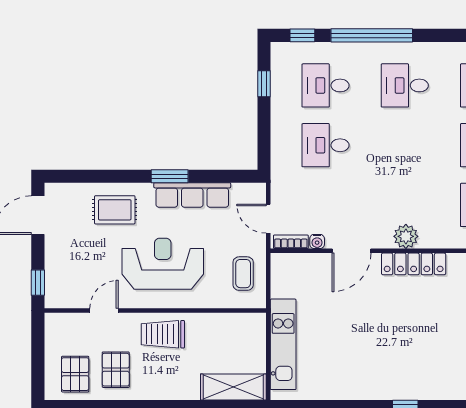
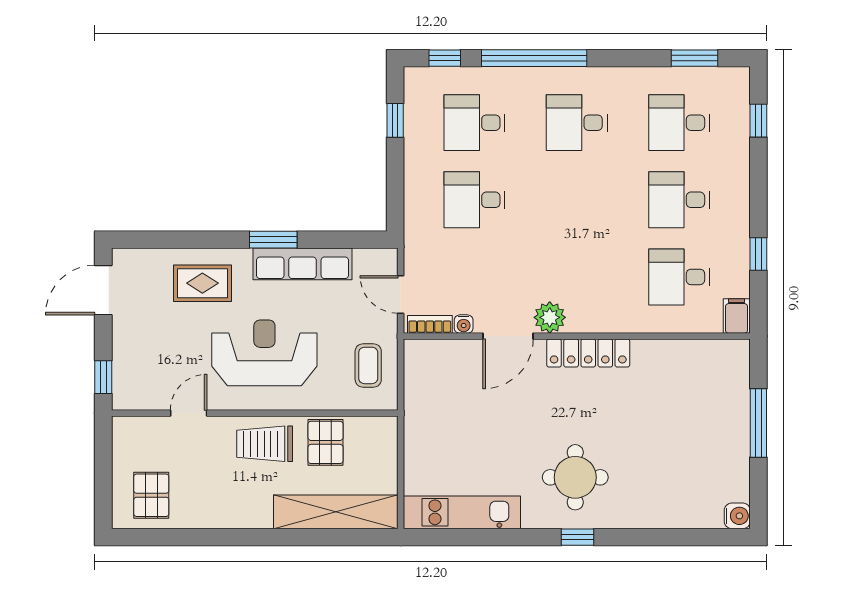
plant: (406, 236) -> (550, 317), moved
kitchen unit: (283, 344) -> (462, 512), moved, turned -90
round table: (404, 360) -> (575, 477), added
pallet: (116, 370) -> (326, 442), moved
shelving: (233, 387) -> (336, 512), width x1.47

